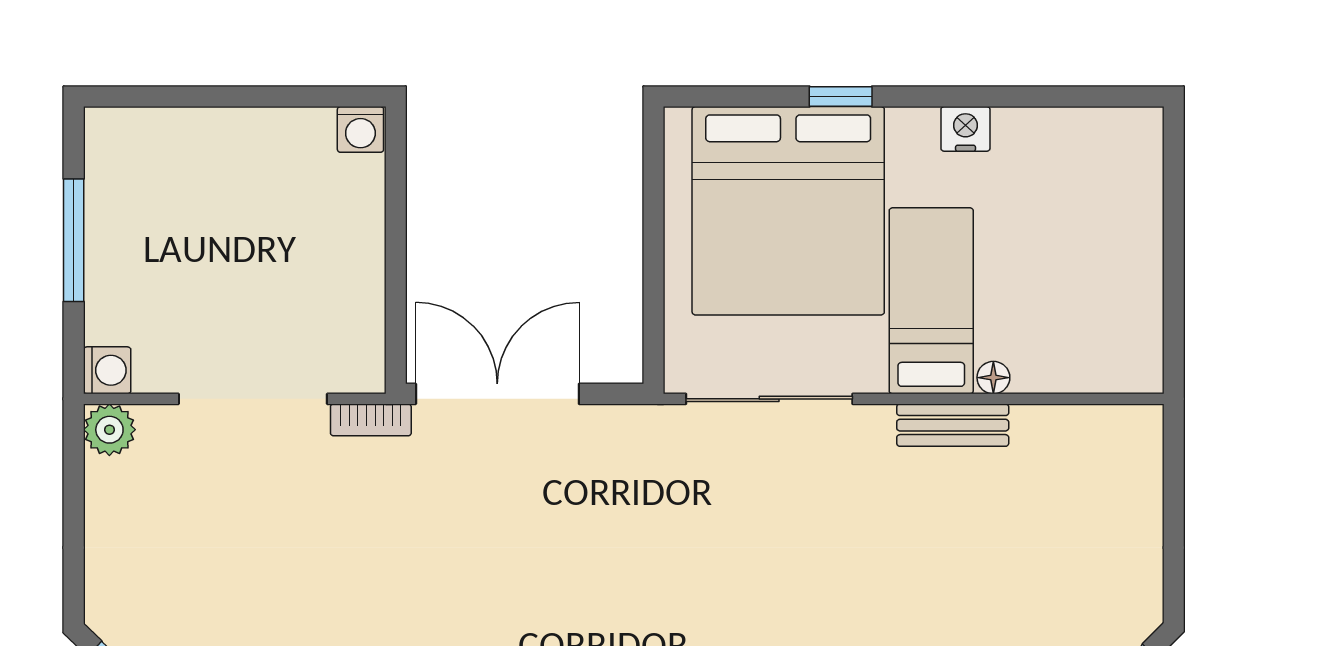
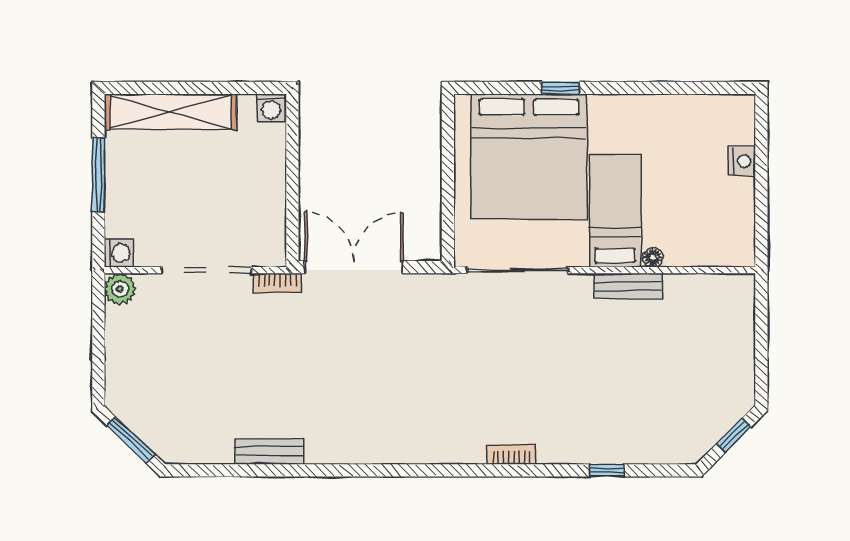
nightstand: (965, 129) -> (742, 161), moved, turned 90
shelving: (193, 136) -> (170, 112), added

